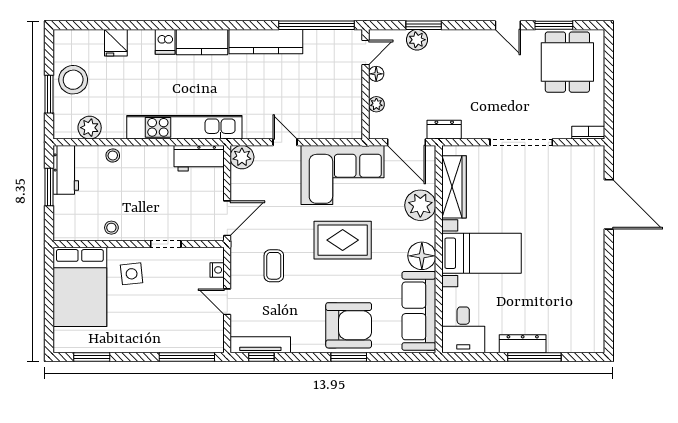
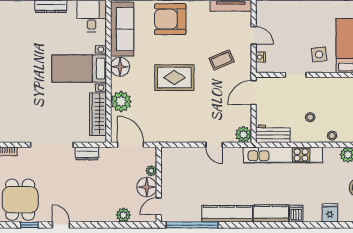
window: (424, 25) -> (119, 225), removed
window: (554, 25) -> (29, 225), width x0.67
floor lamp: (376, 74) -> (147, 187), width x1.89, depth x1.89
dresser: (444, 130) -> (87, 153), moved
corner sofa: (342, 175) -> (174, 122), removed
stool: (111, 228) -> (310, 117), moved
coffee table: (274, 266) -> (222, 60), turned 67

